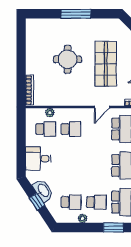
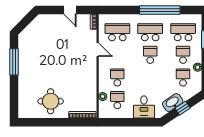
window: (76, 14) -> (14, 62), moved
round table: (67, 59) -> (51, 101), moved
shop shelf: (106, 64) -> (59, 46), removed
school desk: (96, 166) -> (150, 55), added

